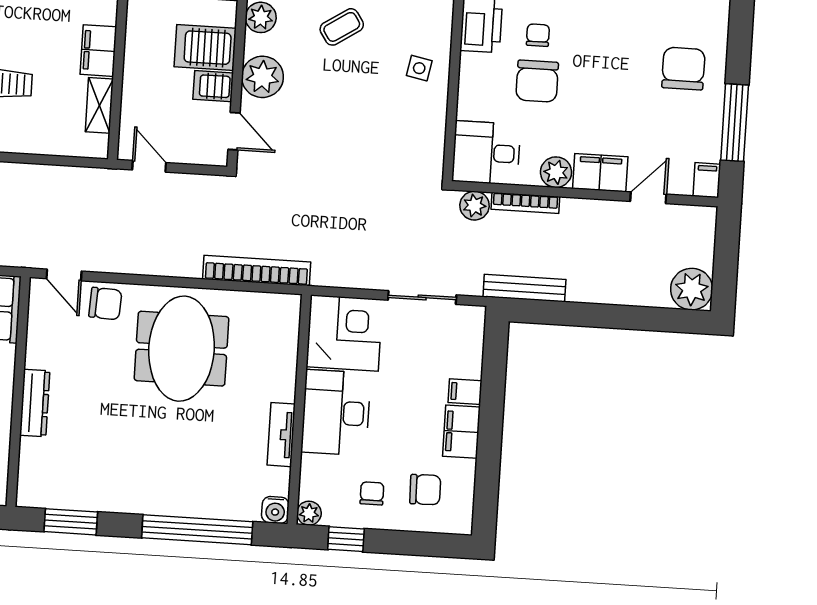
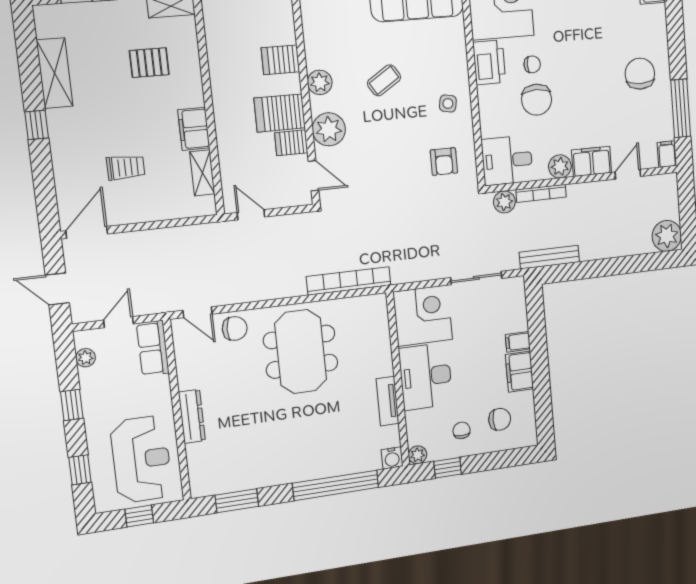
chair: (538, 35) -> (532, 64), turned 90
armchair: (403, 141) -> (444, 161), added

